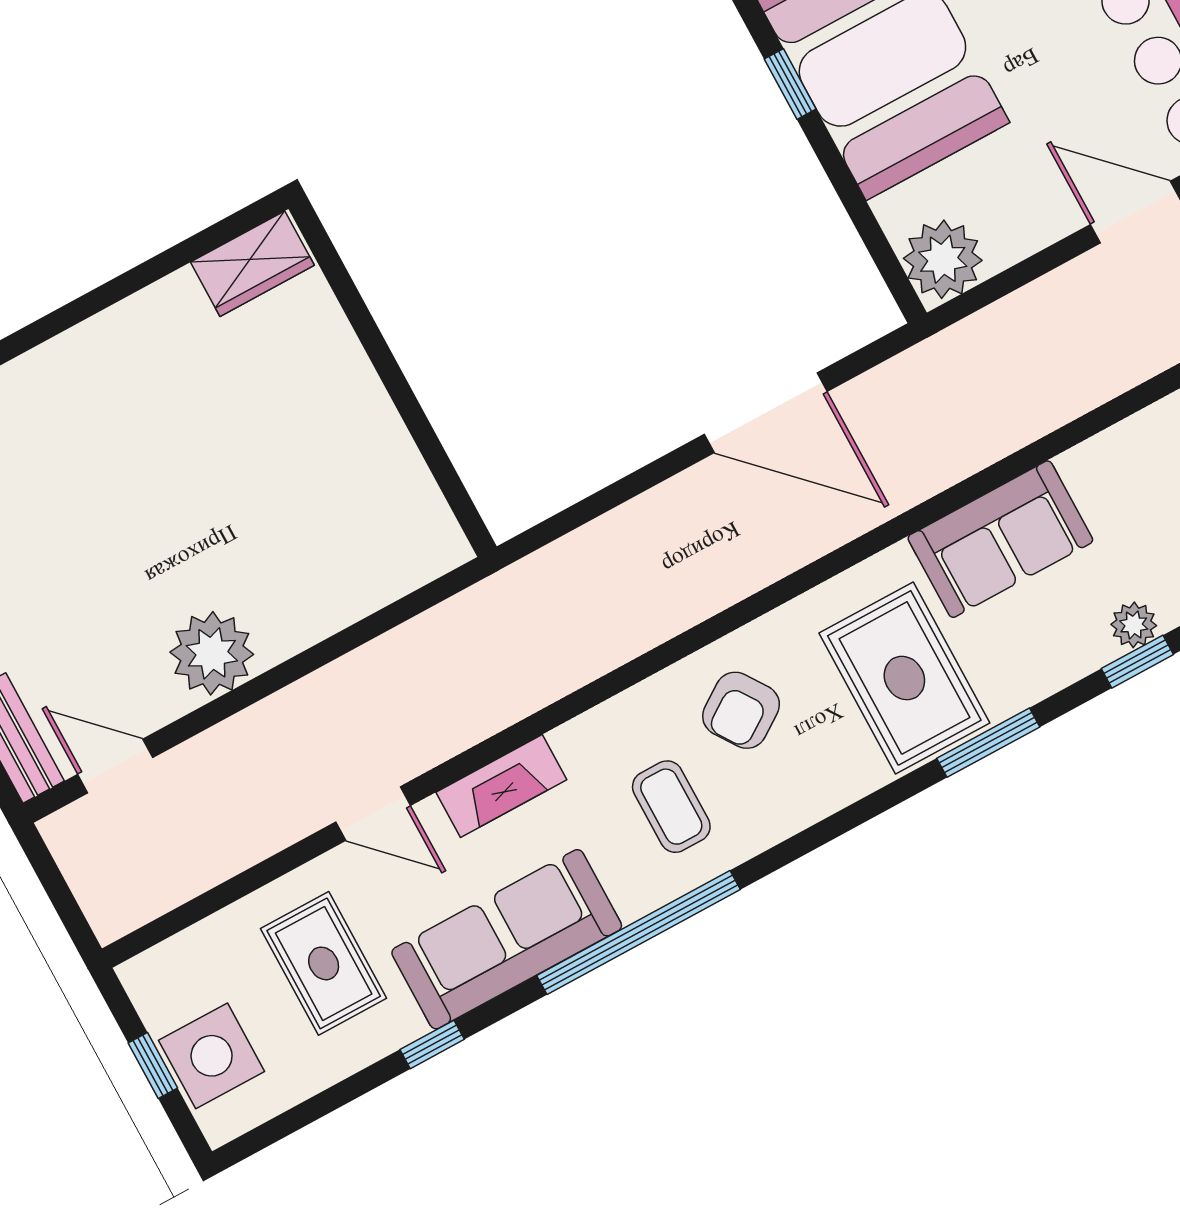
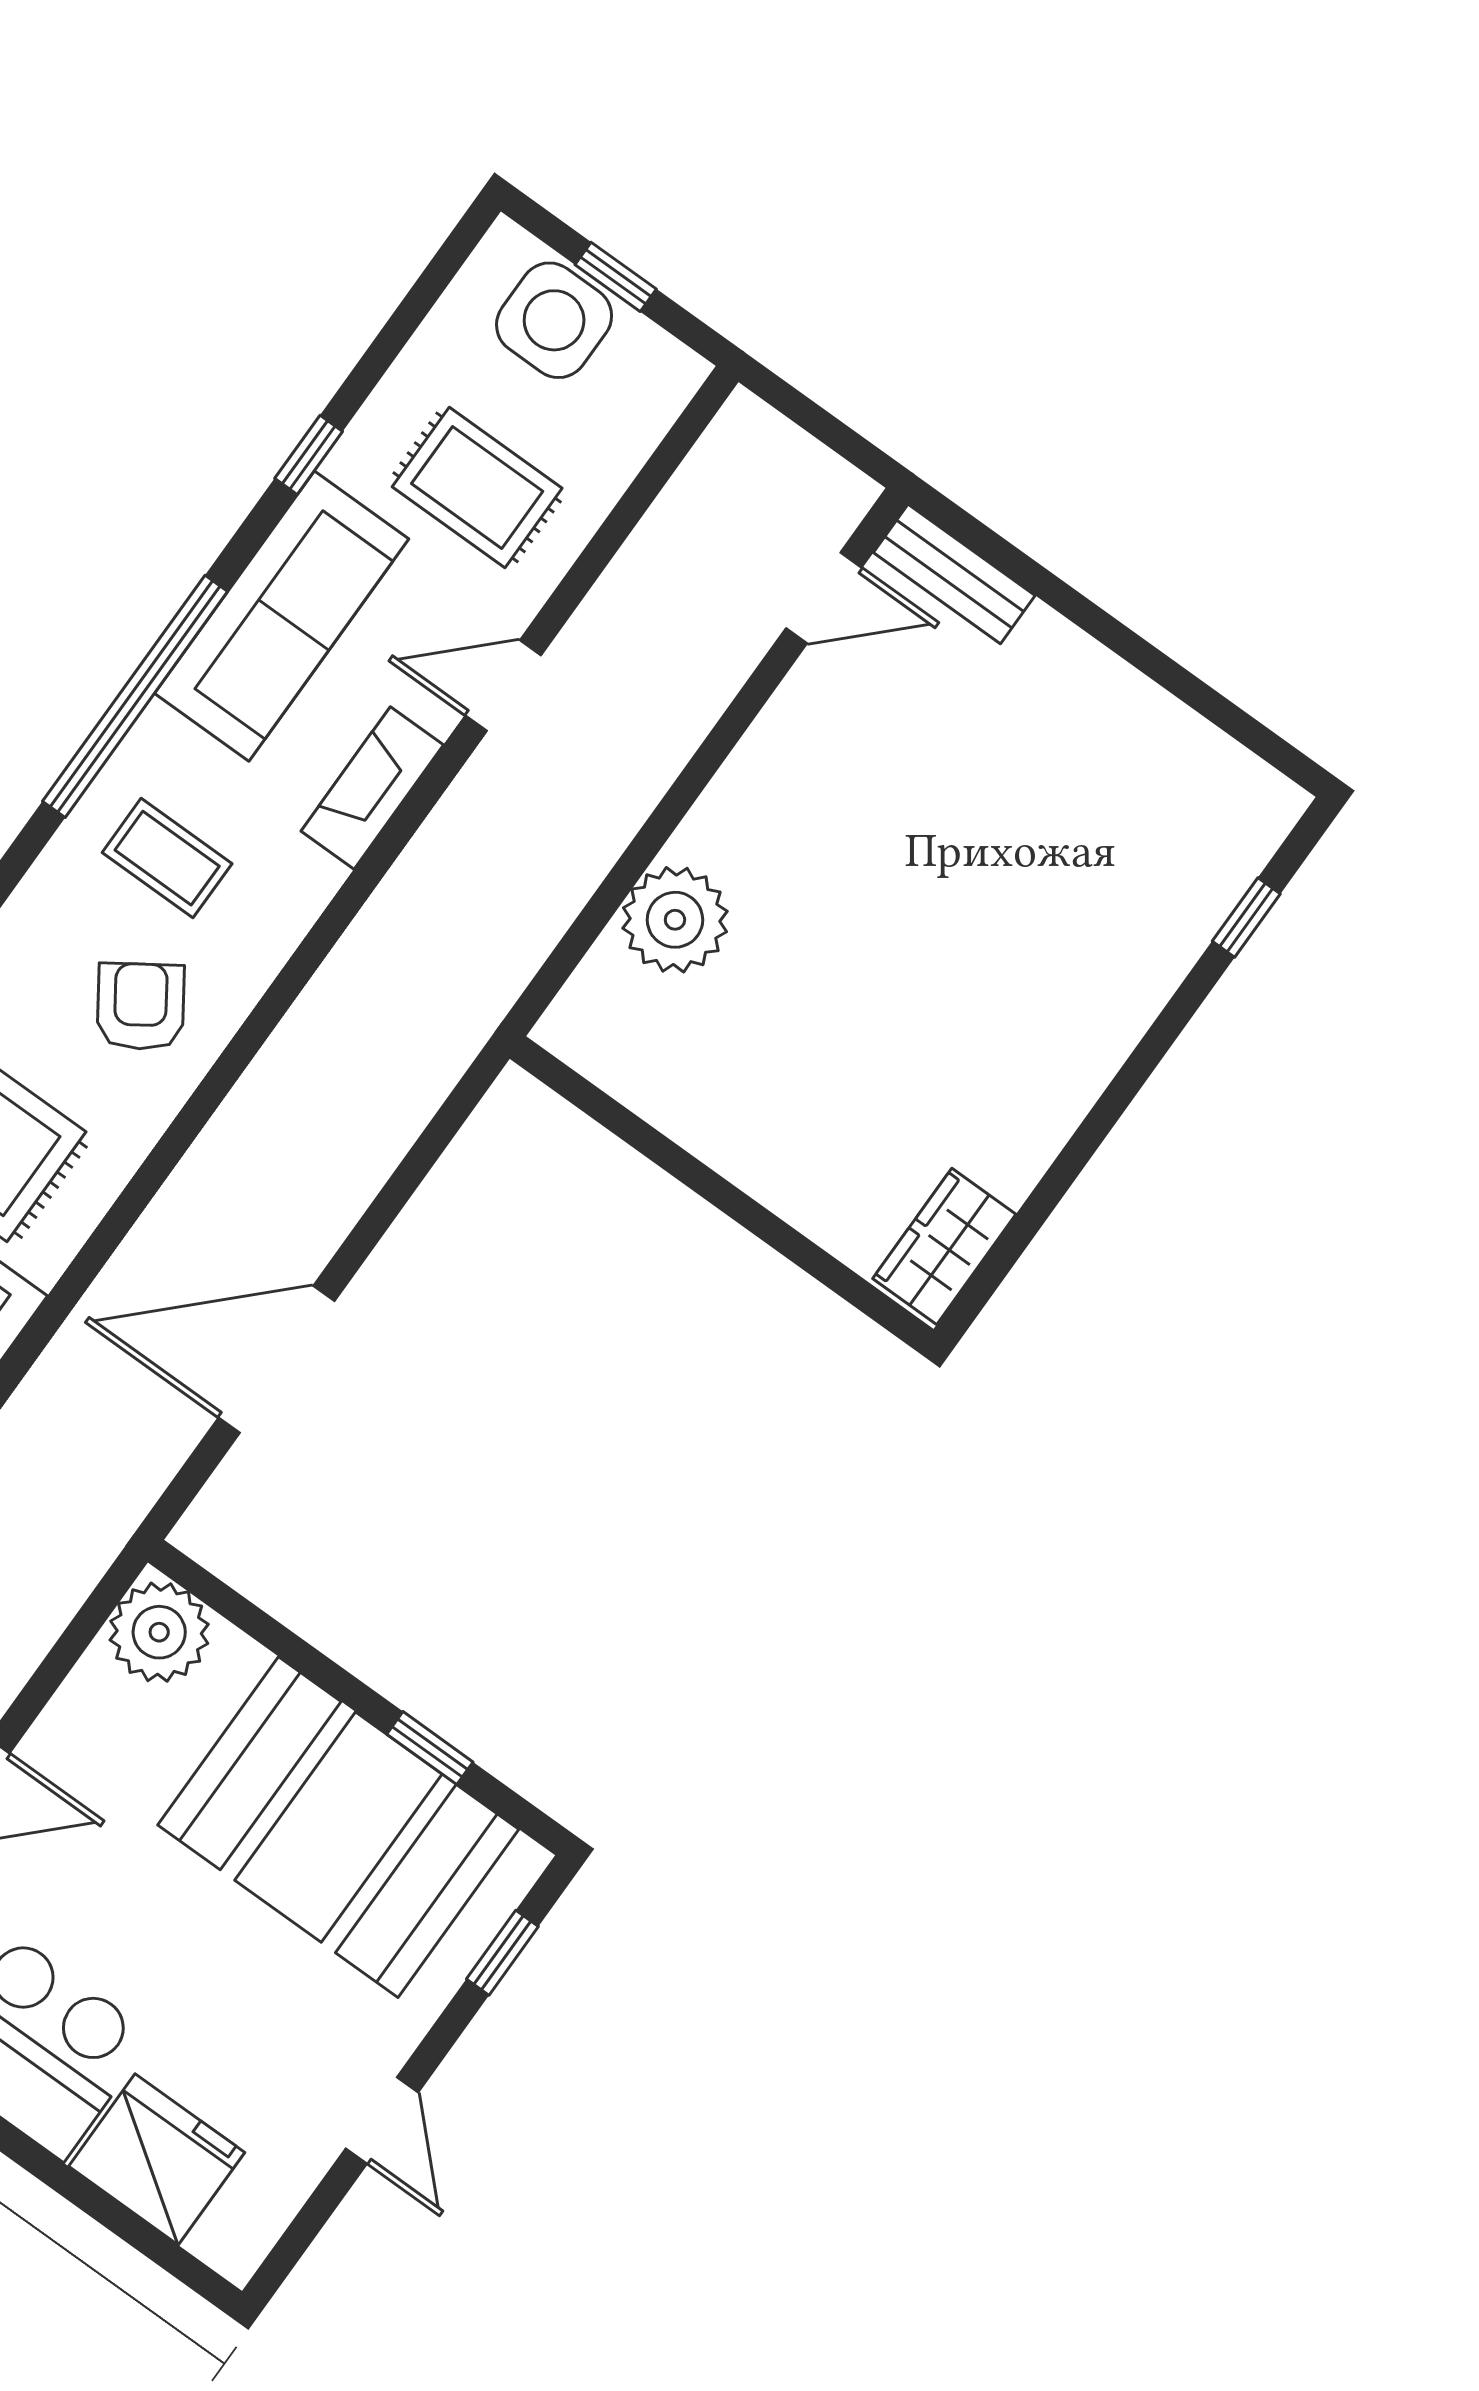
plant: (212, 653) -> (675, 920), moved

